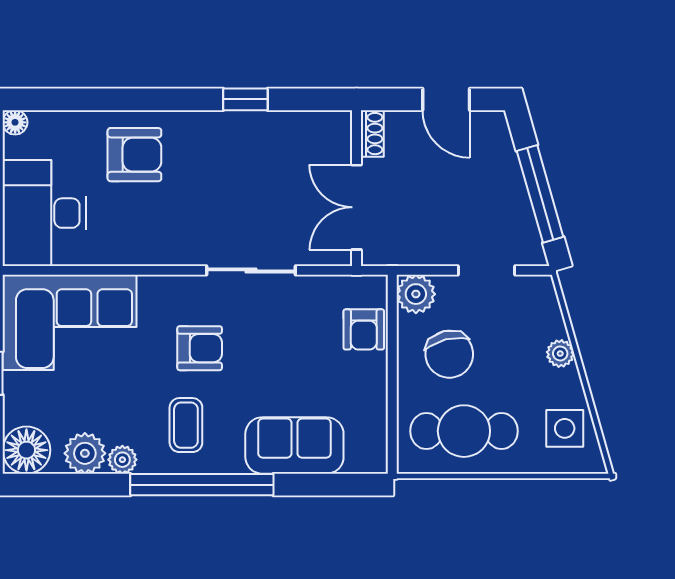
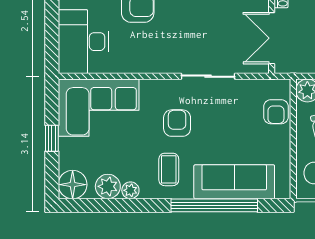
armchair: (200, 348) -> (177, 123), turned -90
sofa: (294, 445) -> (234, 182), width x1.36
window: (202, 485) -> (214, 205), moved

